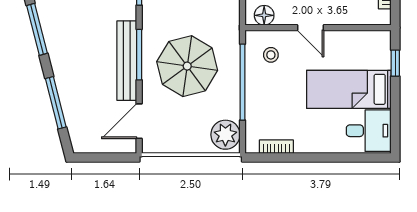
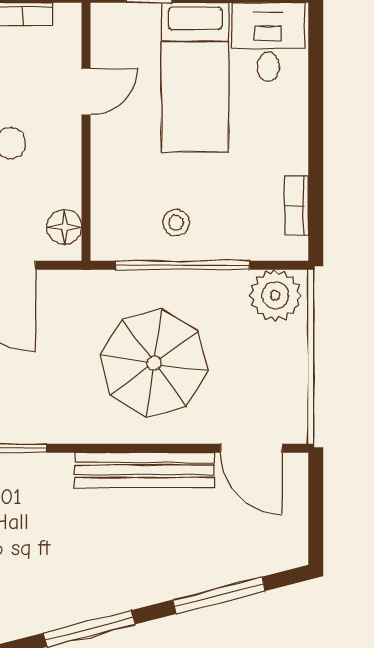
door: (311, 28) -> (86, 91), moved
window: (139, 55) -> (134, 448), removed
stool: (271, 55) -> (176, 223), moved

